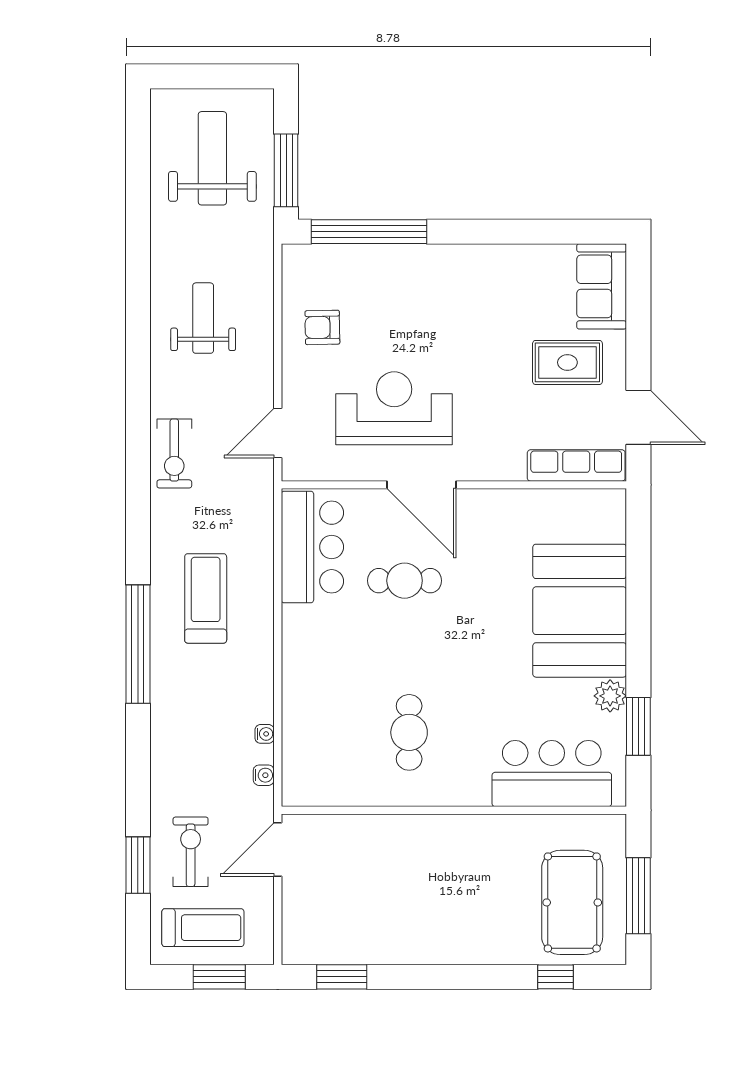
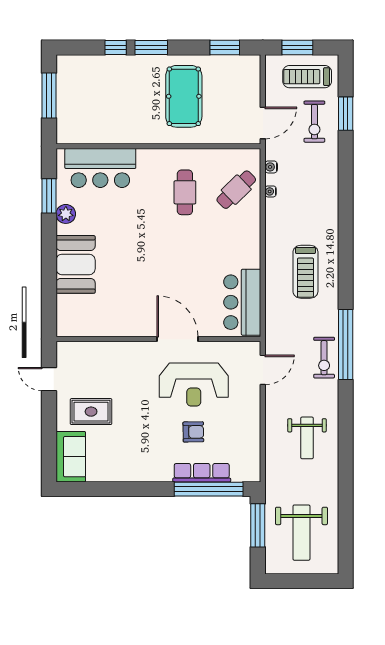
armchair: (322, 327) -> (193, 432), moved
door: (638, 417) -> (49, 379), width x0.73
exercise bike: (174, 453) -> (324, 358), turned 180
row of seats: (576, 465) -> (202, 473), moved, turned 180
cafe table: (405, 581) -> (236, 190), moved, turned -44
booth: (580, 611) -> (76, 264), width x0.73, depth x0.70
window: (138, 644) -> (346, 344), moved
pool table: (572, 902) -> (184, 96), moved
window: (466, 977) -> (151, 47), added
window: (555, 977) -> (116, 47), moved

